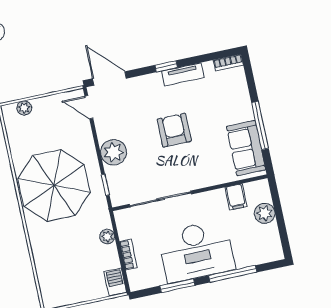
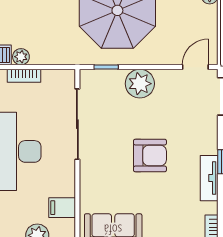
plant: (107, 237) -> (21, 57), moved

